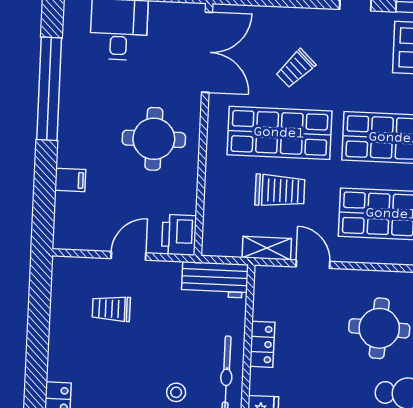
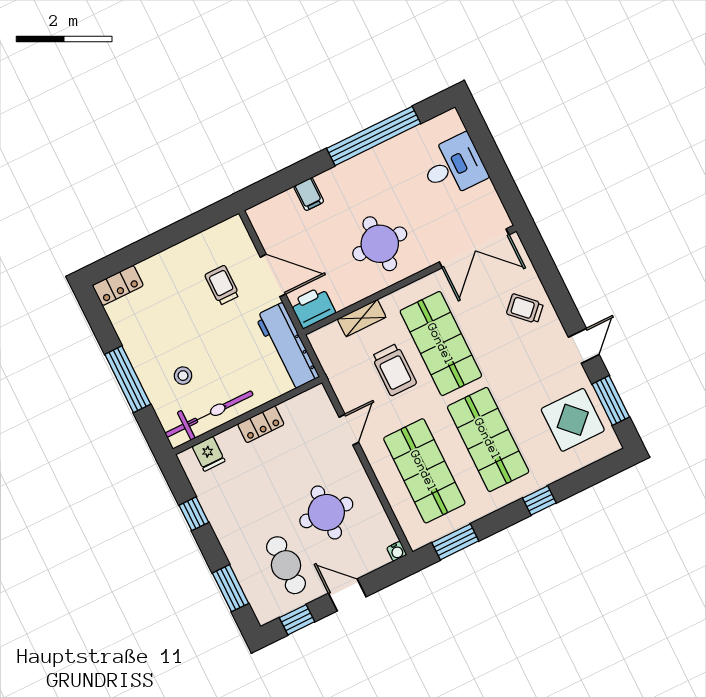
trolley: (296, 68) -> (525, 309), moved
shelving: (267, 248) -> (362, 318), moved, turned 90
door: (128, 256) -> (273, 276), width x1.38
workbench: (215, 280) -> (287, 346), width x1.38

